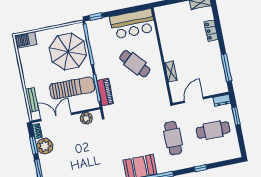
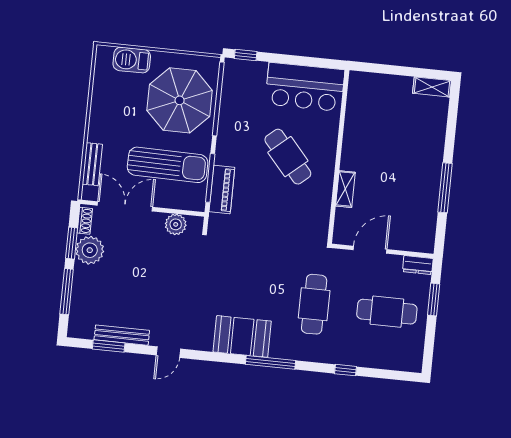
locker: (211, 31) -> (436, 140), removed
barbecue: (26, 40) -> (132, 60), moved
window: (226, 68) -> (445, 188), moved

